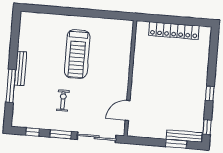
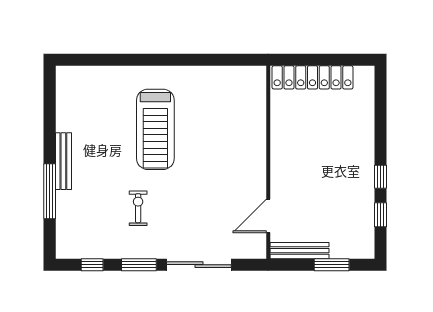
wall: (130, 78) -> (268, 162), moved
door: (128, 110) -> (268, 216), moved
window: (207, 127) -> (381, 215), moved
bench: (184, 136) -> (300, 251), moved

